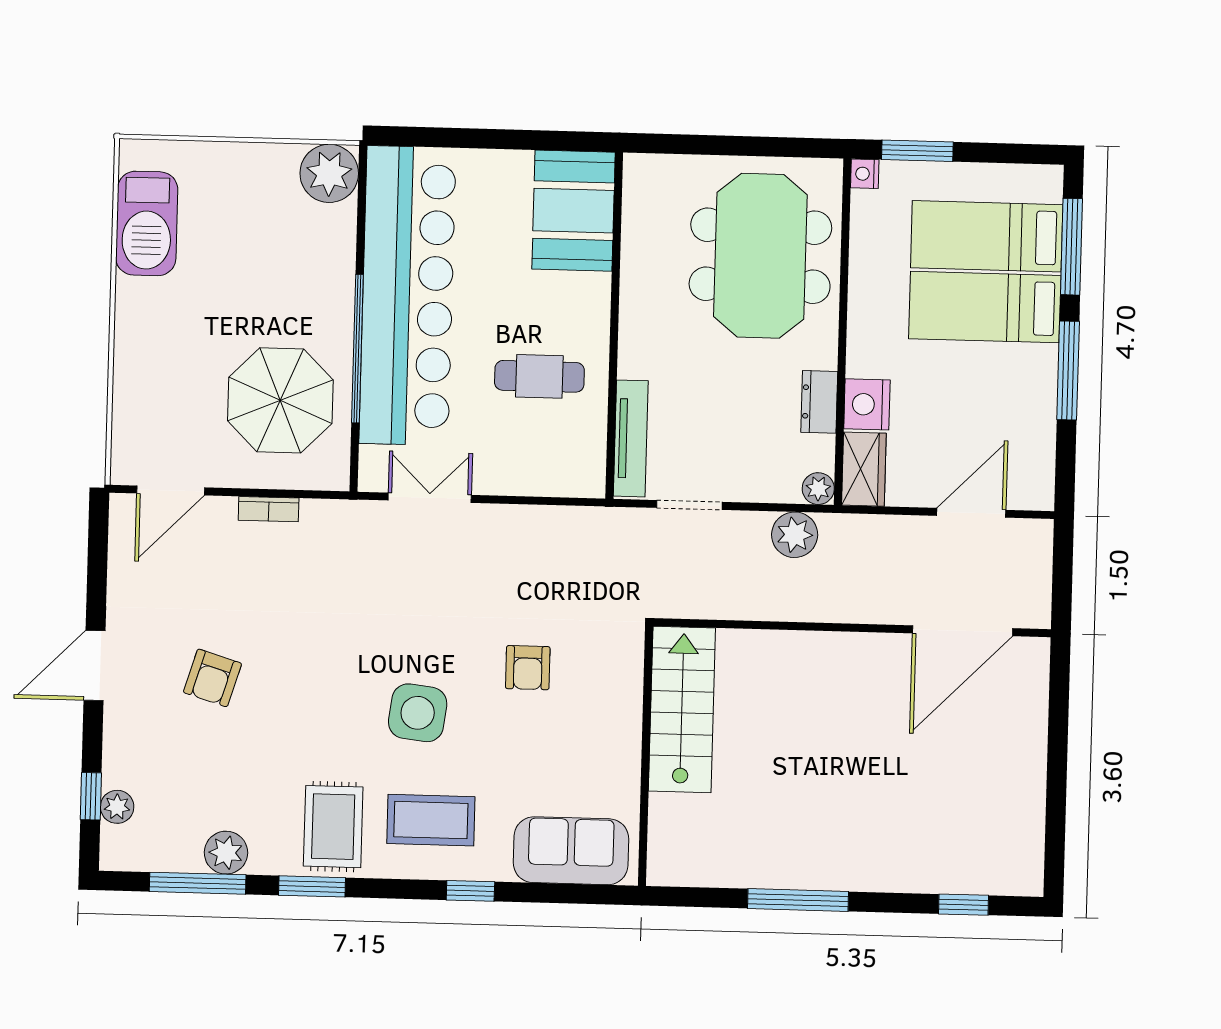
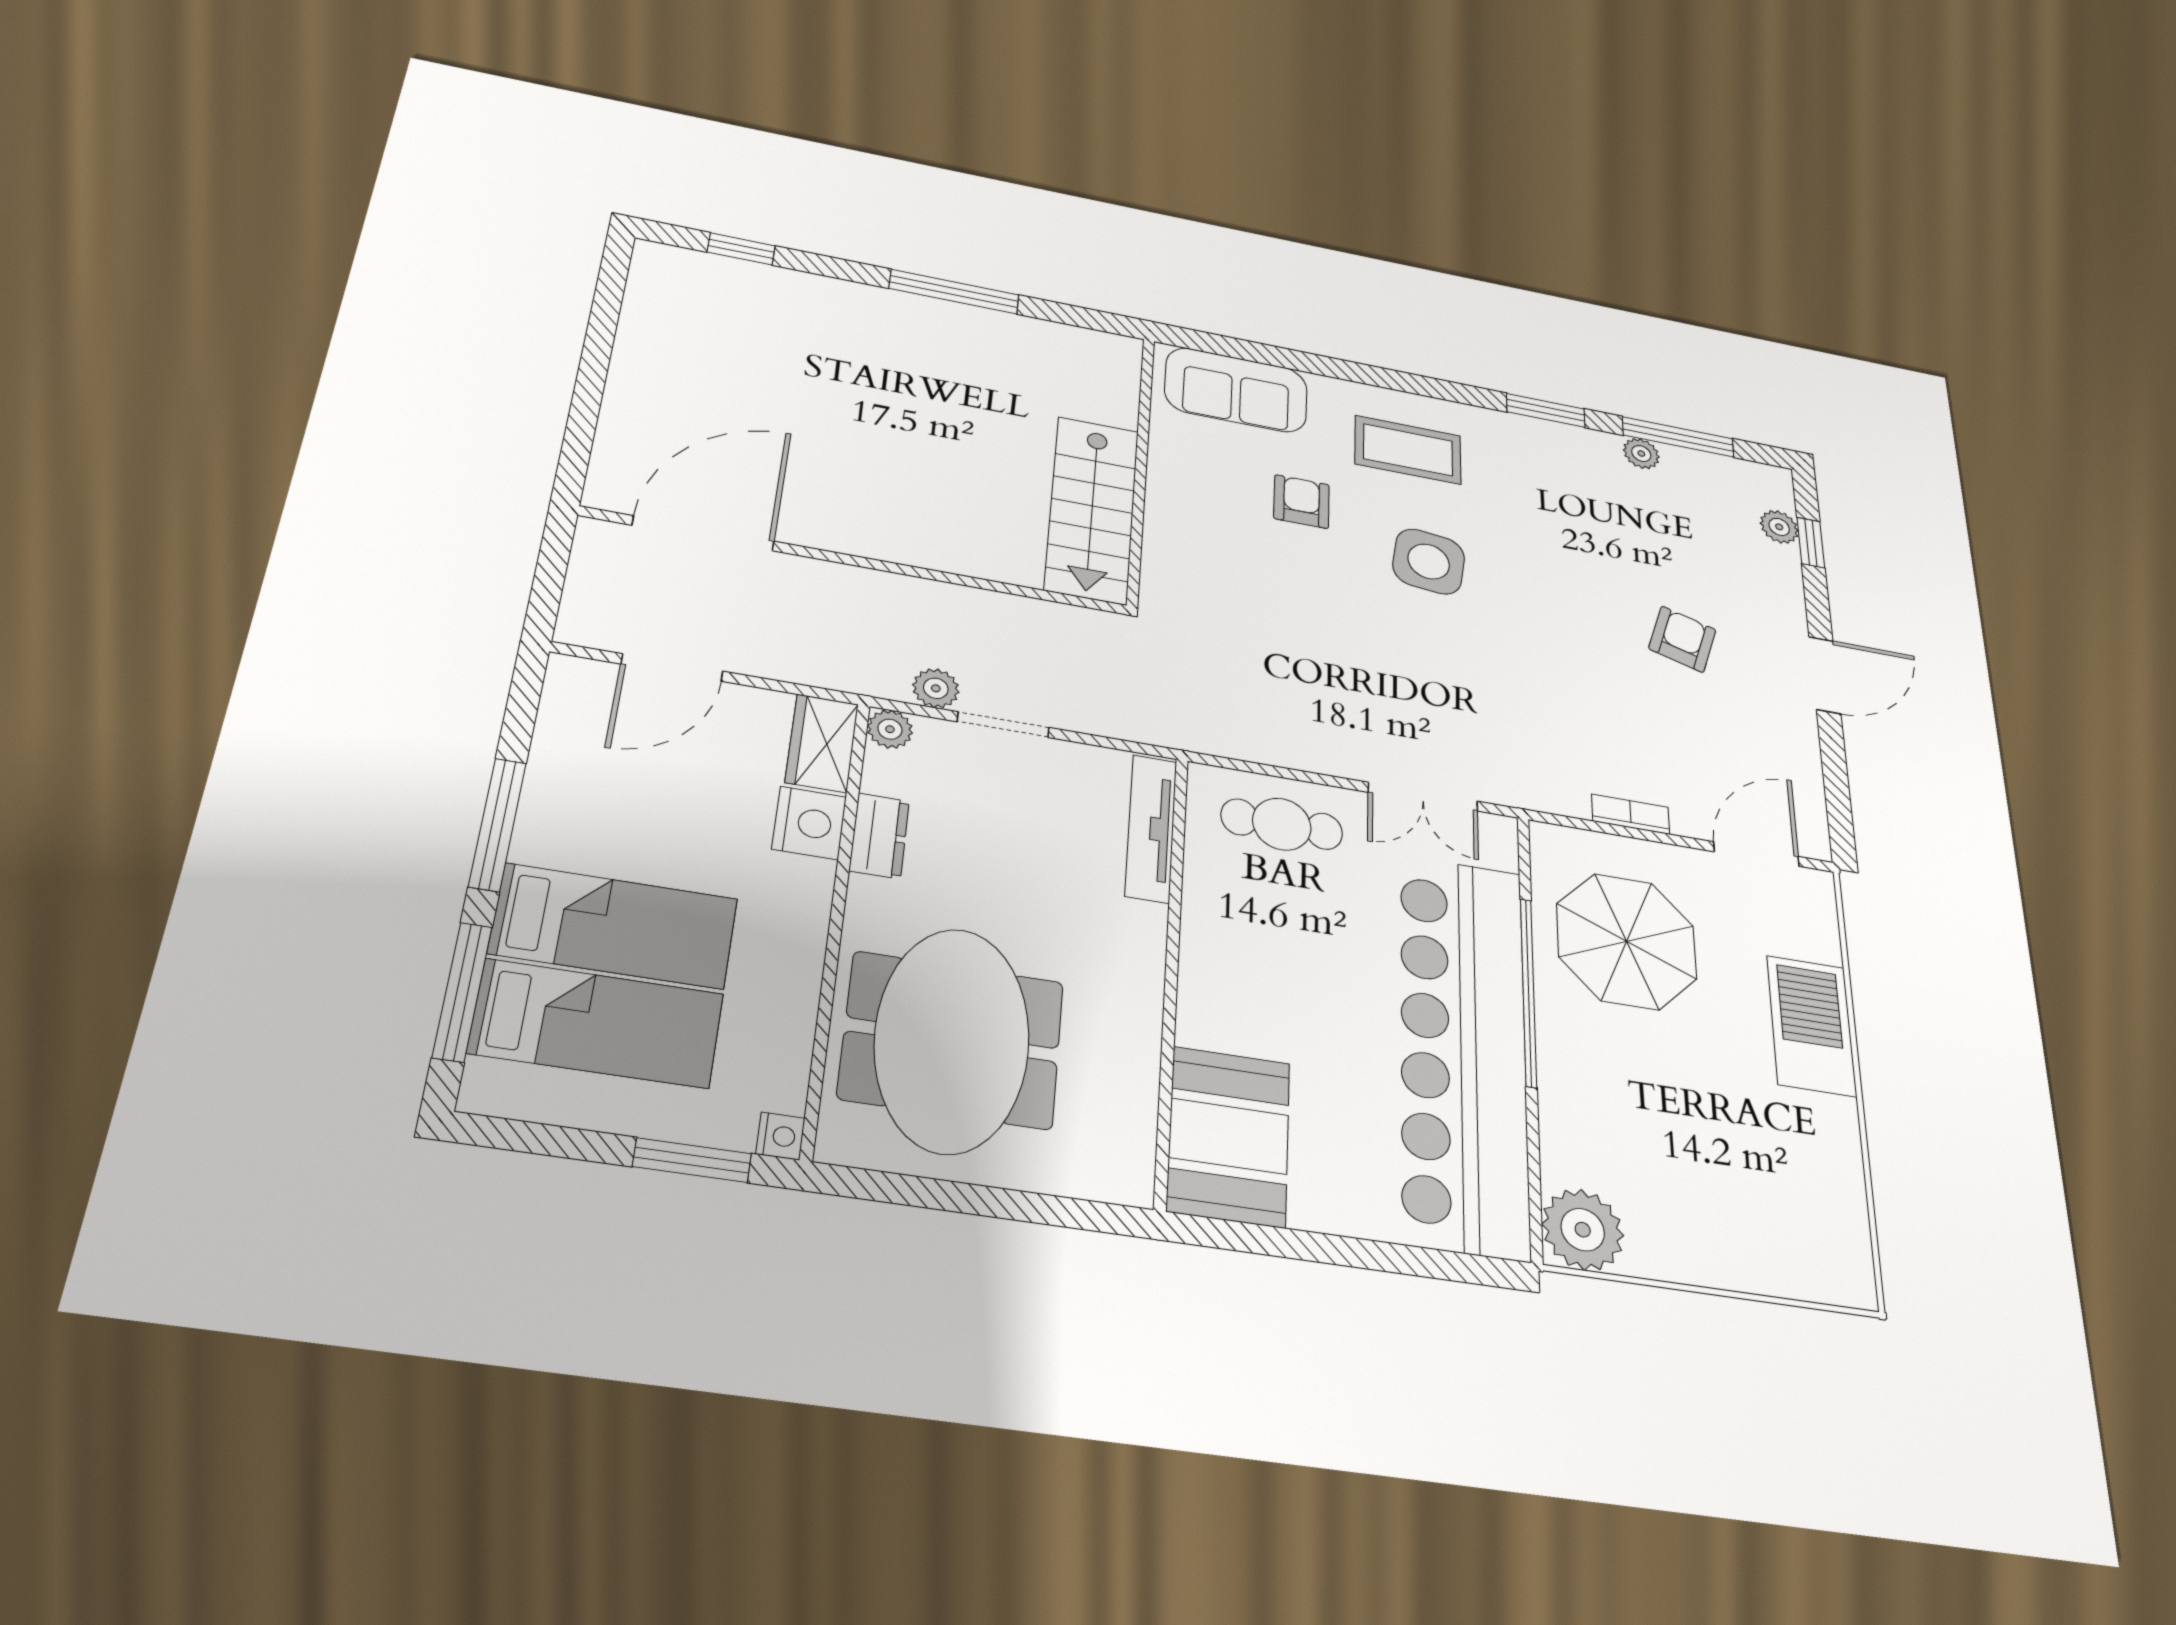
barbecue: (147, 223) -> (1811, 1026), moved
cafe table: (539, 376) -> (1282, 824), moved
doorway: (689, 505) -> (1003, 725), moved
plant: (795, 535) -> (936, 688), width x0.73, depth x0.73
armchair: (528, 668) -> (1302, 502), moved
rug: (333, 827) -> (1525, 464), removed
plant: (226, 853) -> (1641, 453), width x0.73, depth x0.73
window: (470, 891) -> (1358, 373), removed

